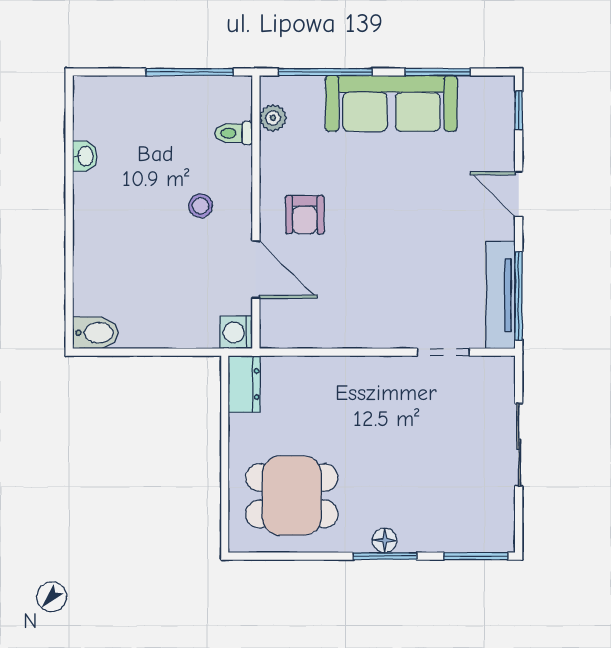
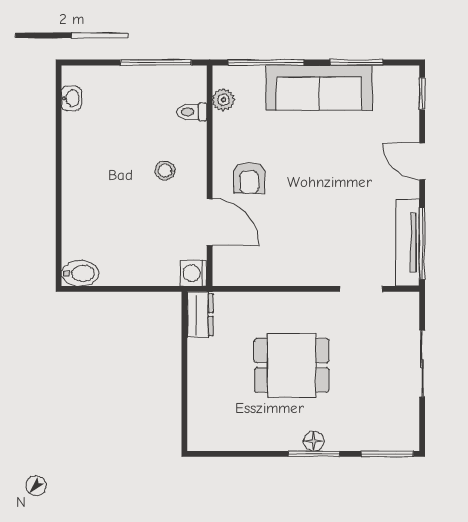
washbasin: (85, 156) -> (71, 98), moved
dining table: (292, 496) -> (292, 365), moved

